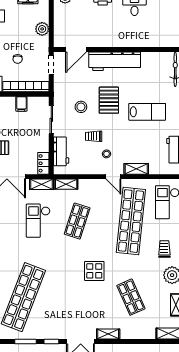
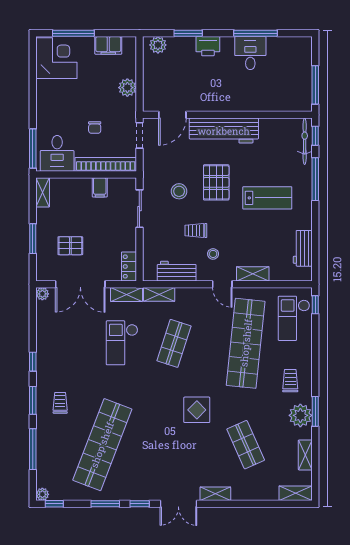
workbench: (61, 151) -> (177, 271), moved, turned -90

